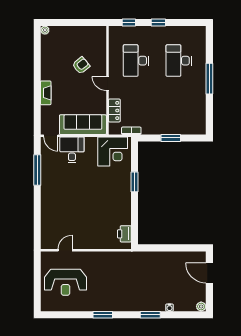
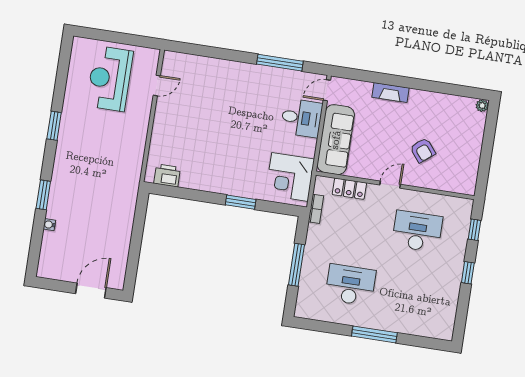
desk: (179, 61) -> (350, 285), moved
window: (171, 138) -> (296, 265), width x1.44
door: (65, 250) -> (157, 85), hinge flipped
plant: (201, 307) -> (44, 271), removed

